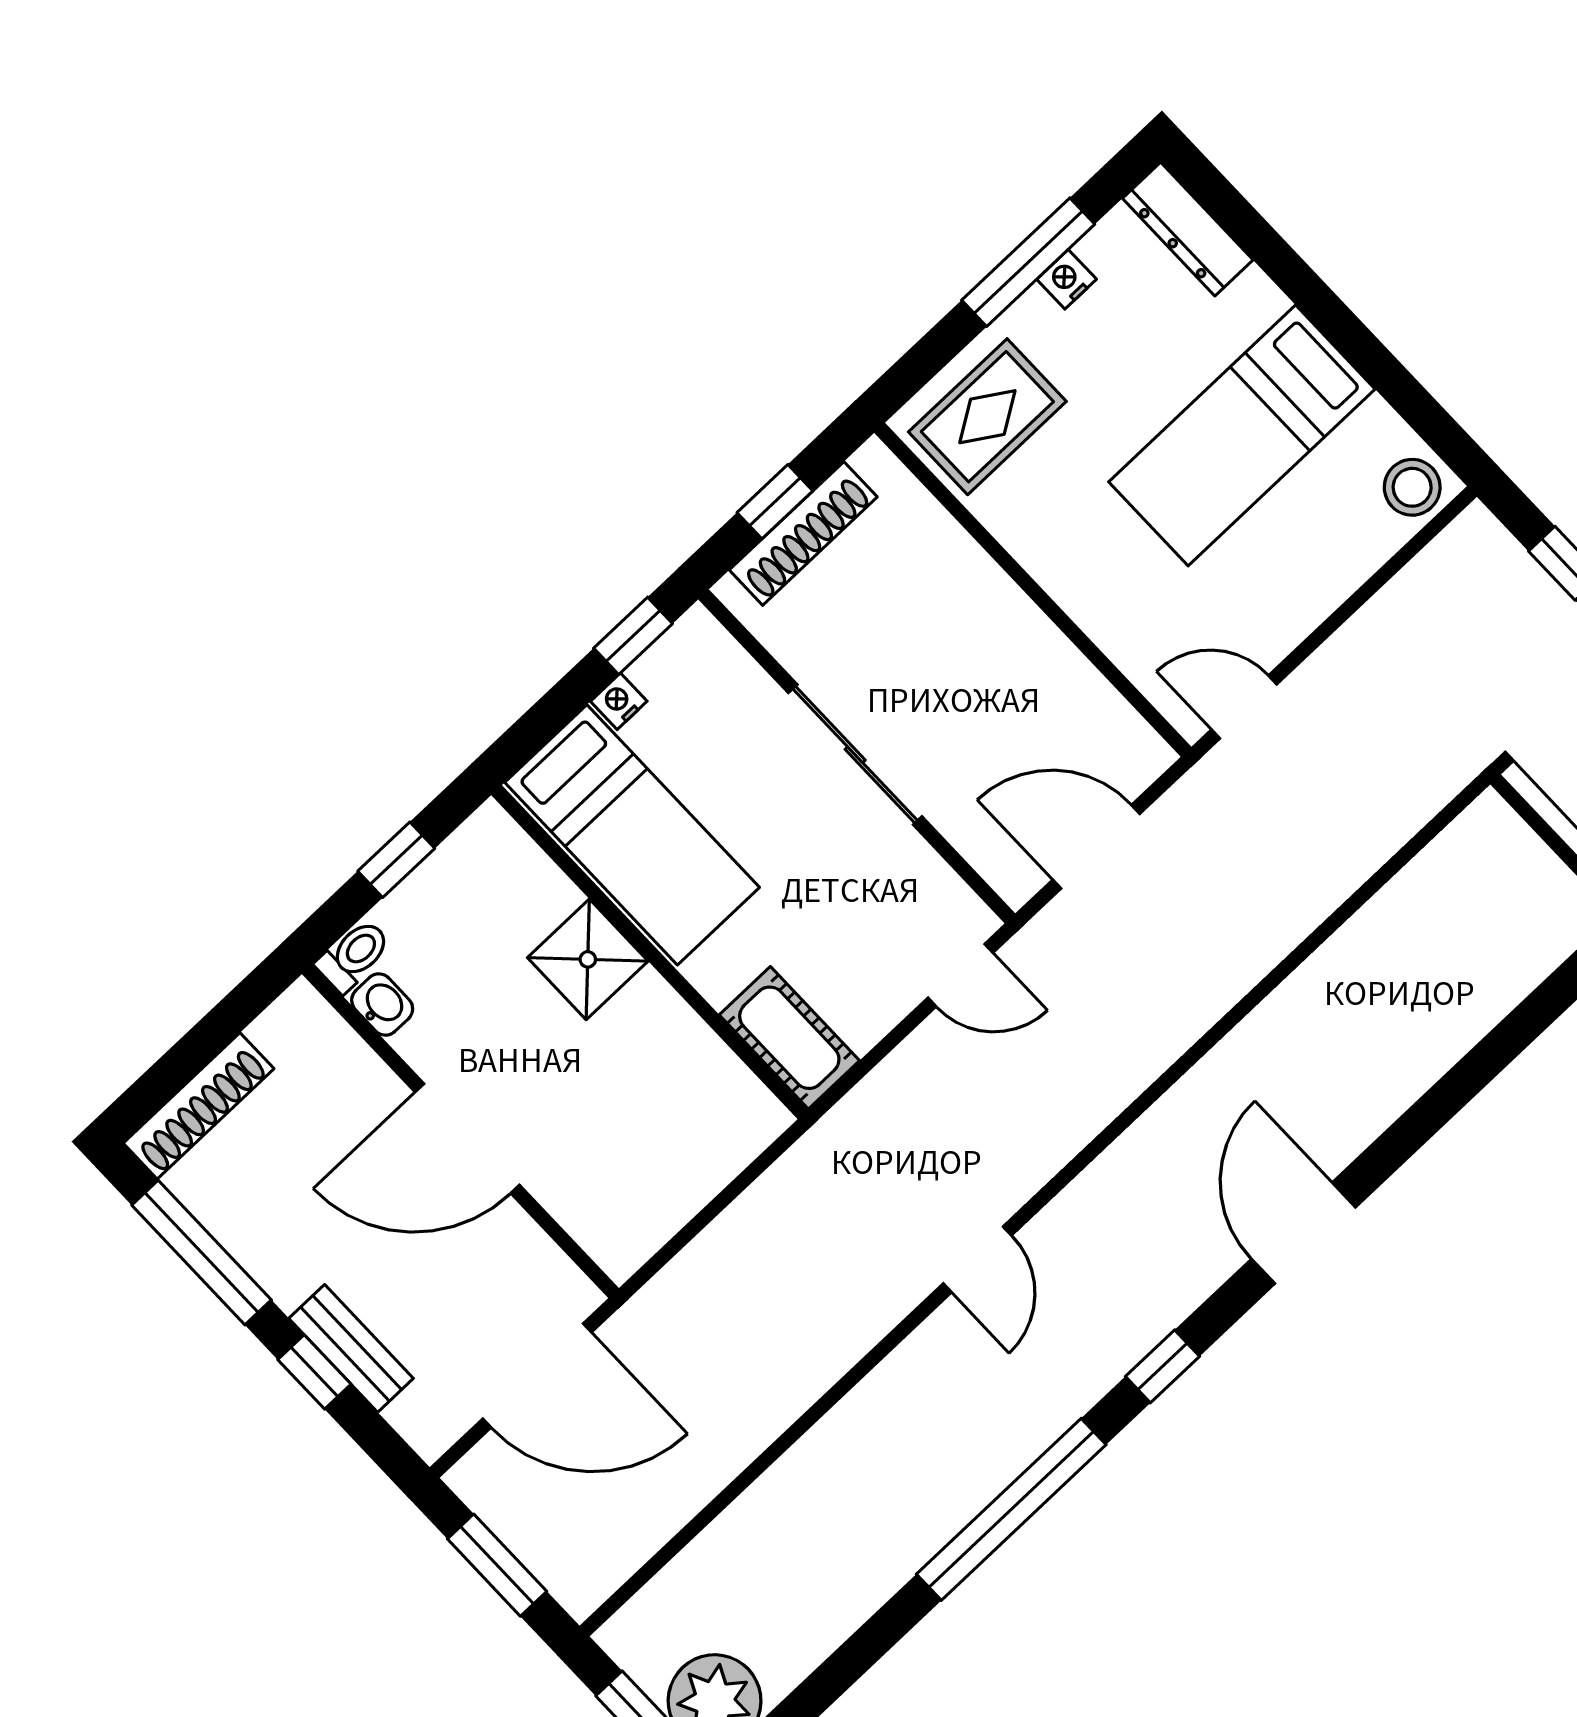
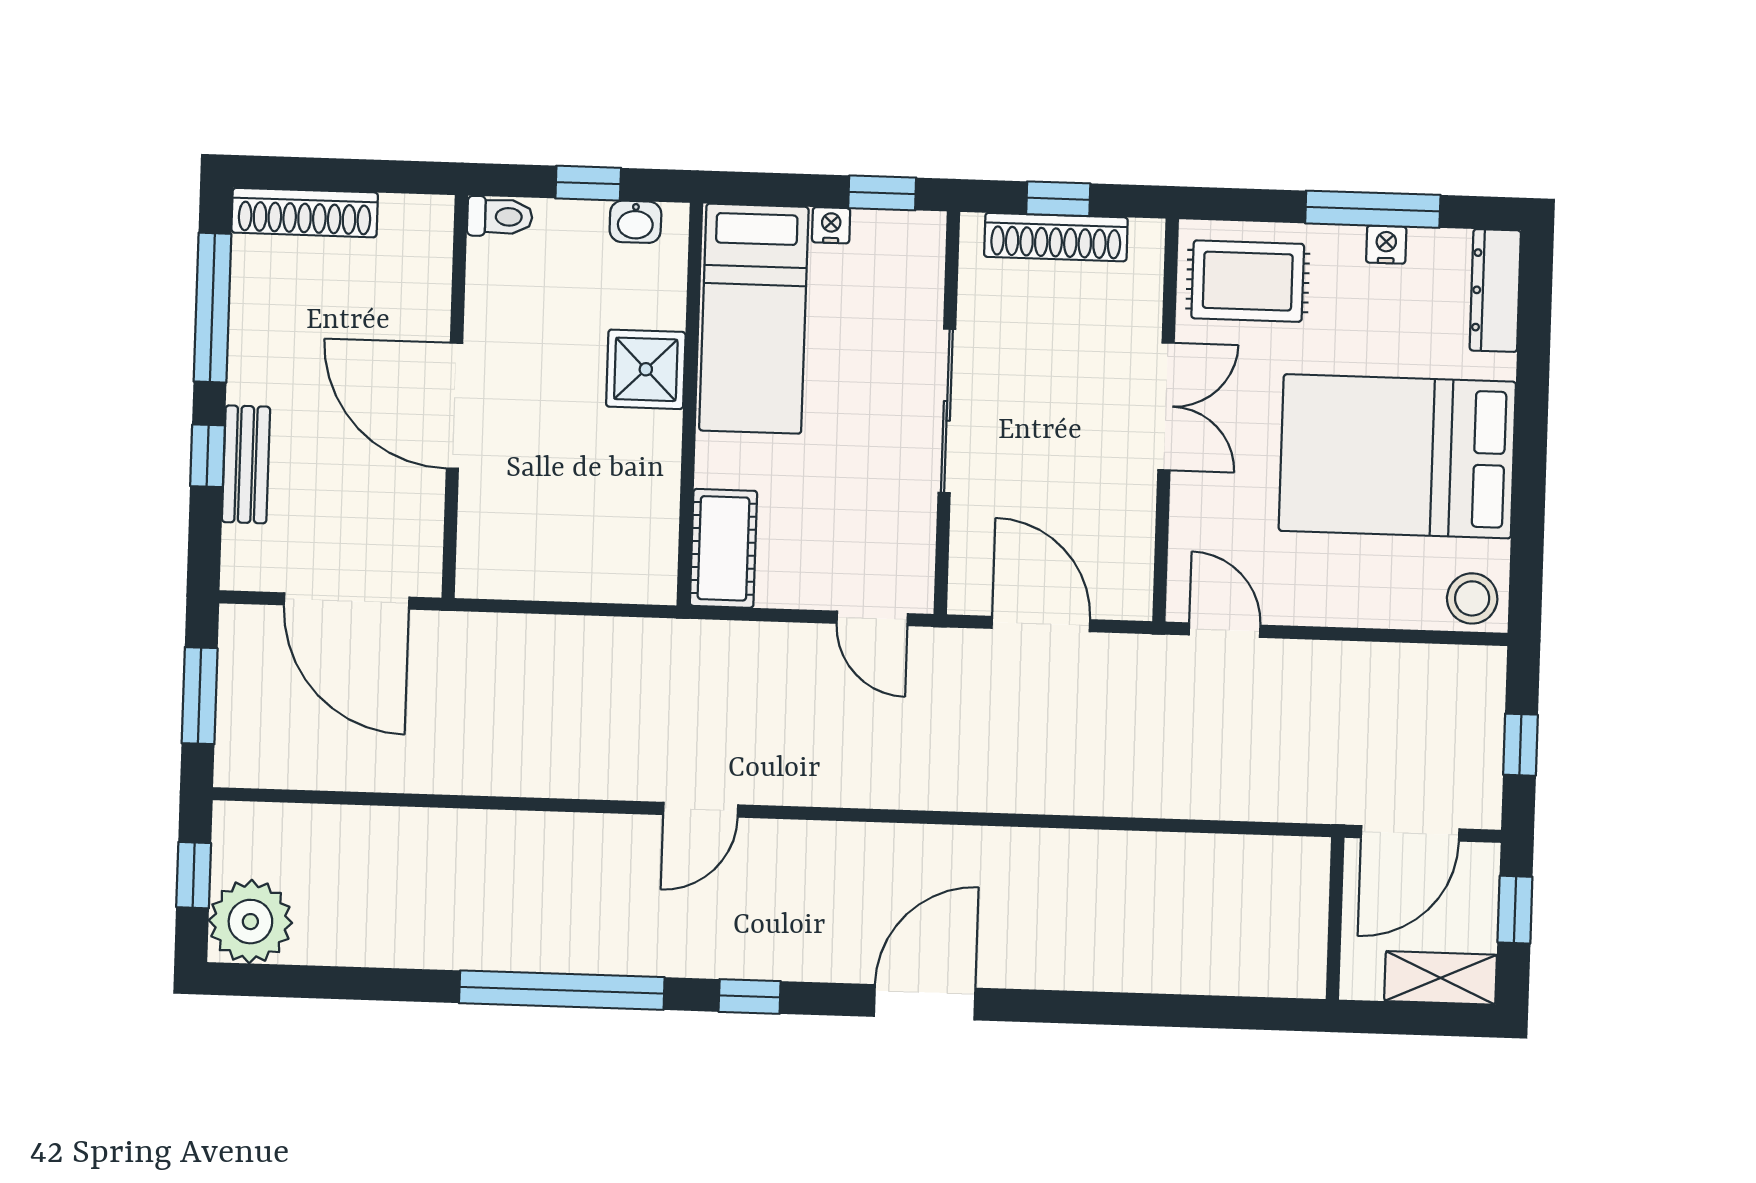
bed: (1242, 435) -> (1397, 456), width x1.50
double door: (1022, 579) -> (1166, 406), added
washbasin: (382, 1004) -> (635, 222), moved, turned 90

